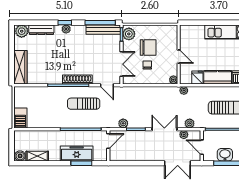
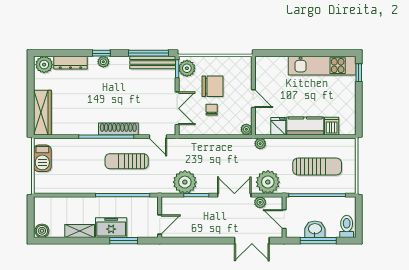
barbecue: (20, 118) -> (42, 158), moved
plant: (123, 123) -> (185, 182), width x1.87, depth x1.87
plant: (190, 123) -> (268, 182), width x1.87, depth x1.87
door: (108, 141) -> (160, 225), moved
freezer: (77, 153) -> (111, 228), width x0.71
shelving: (37, 156) -> (80, 231), moved

